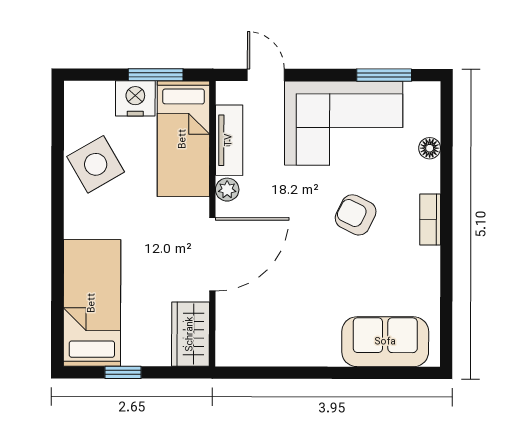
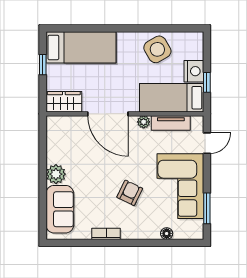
window: (156, 75) -> (207, 82), width x0.67
bookcase: (430, 219) -> (106, 234), moved
plant: (322, 349) -> (56, 174), added

